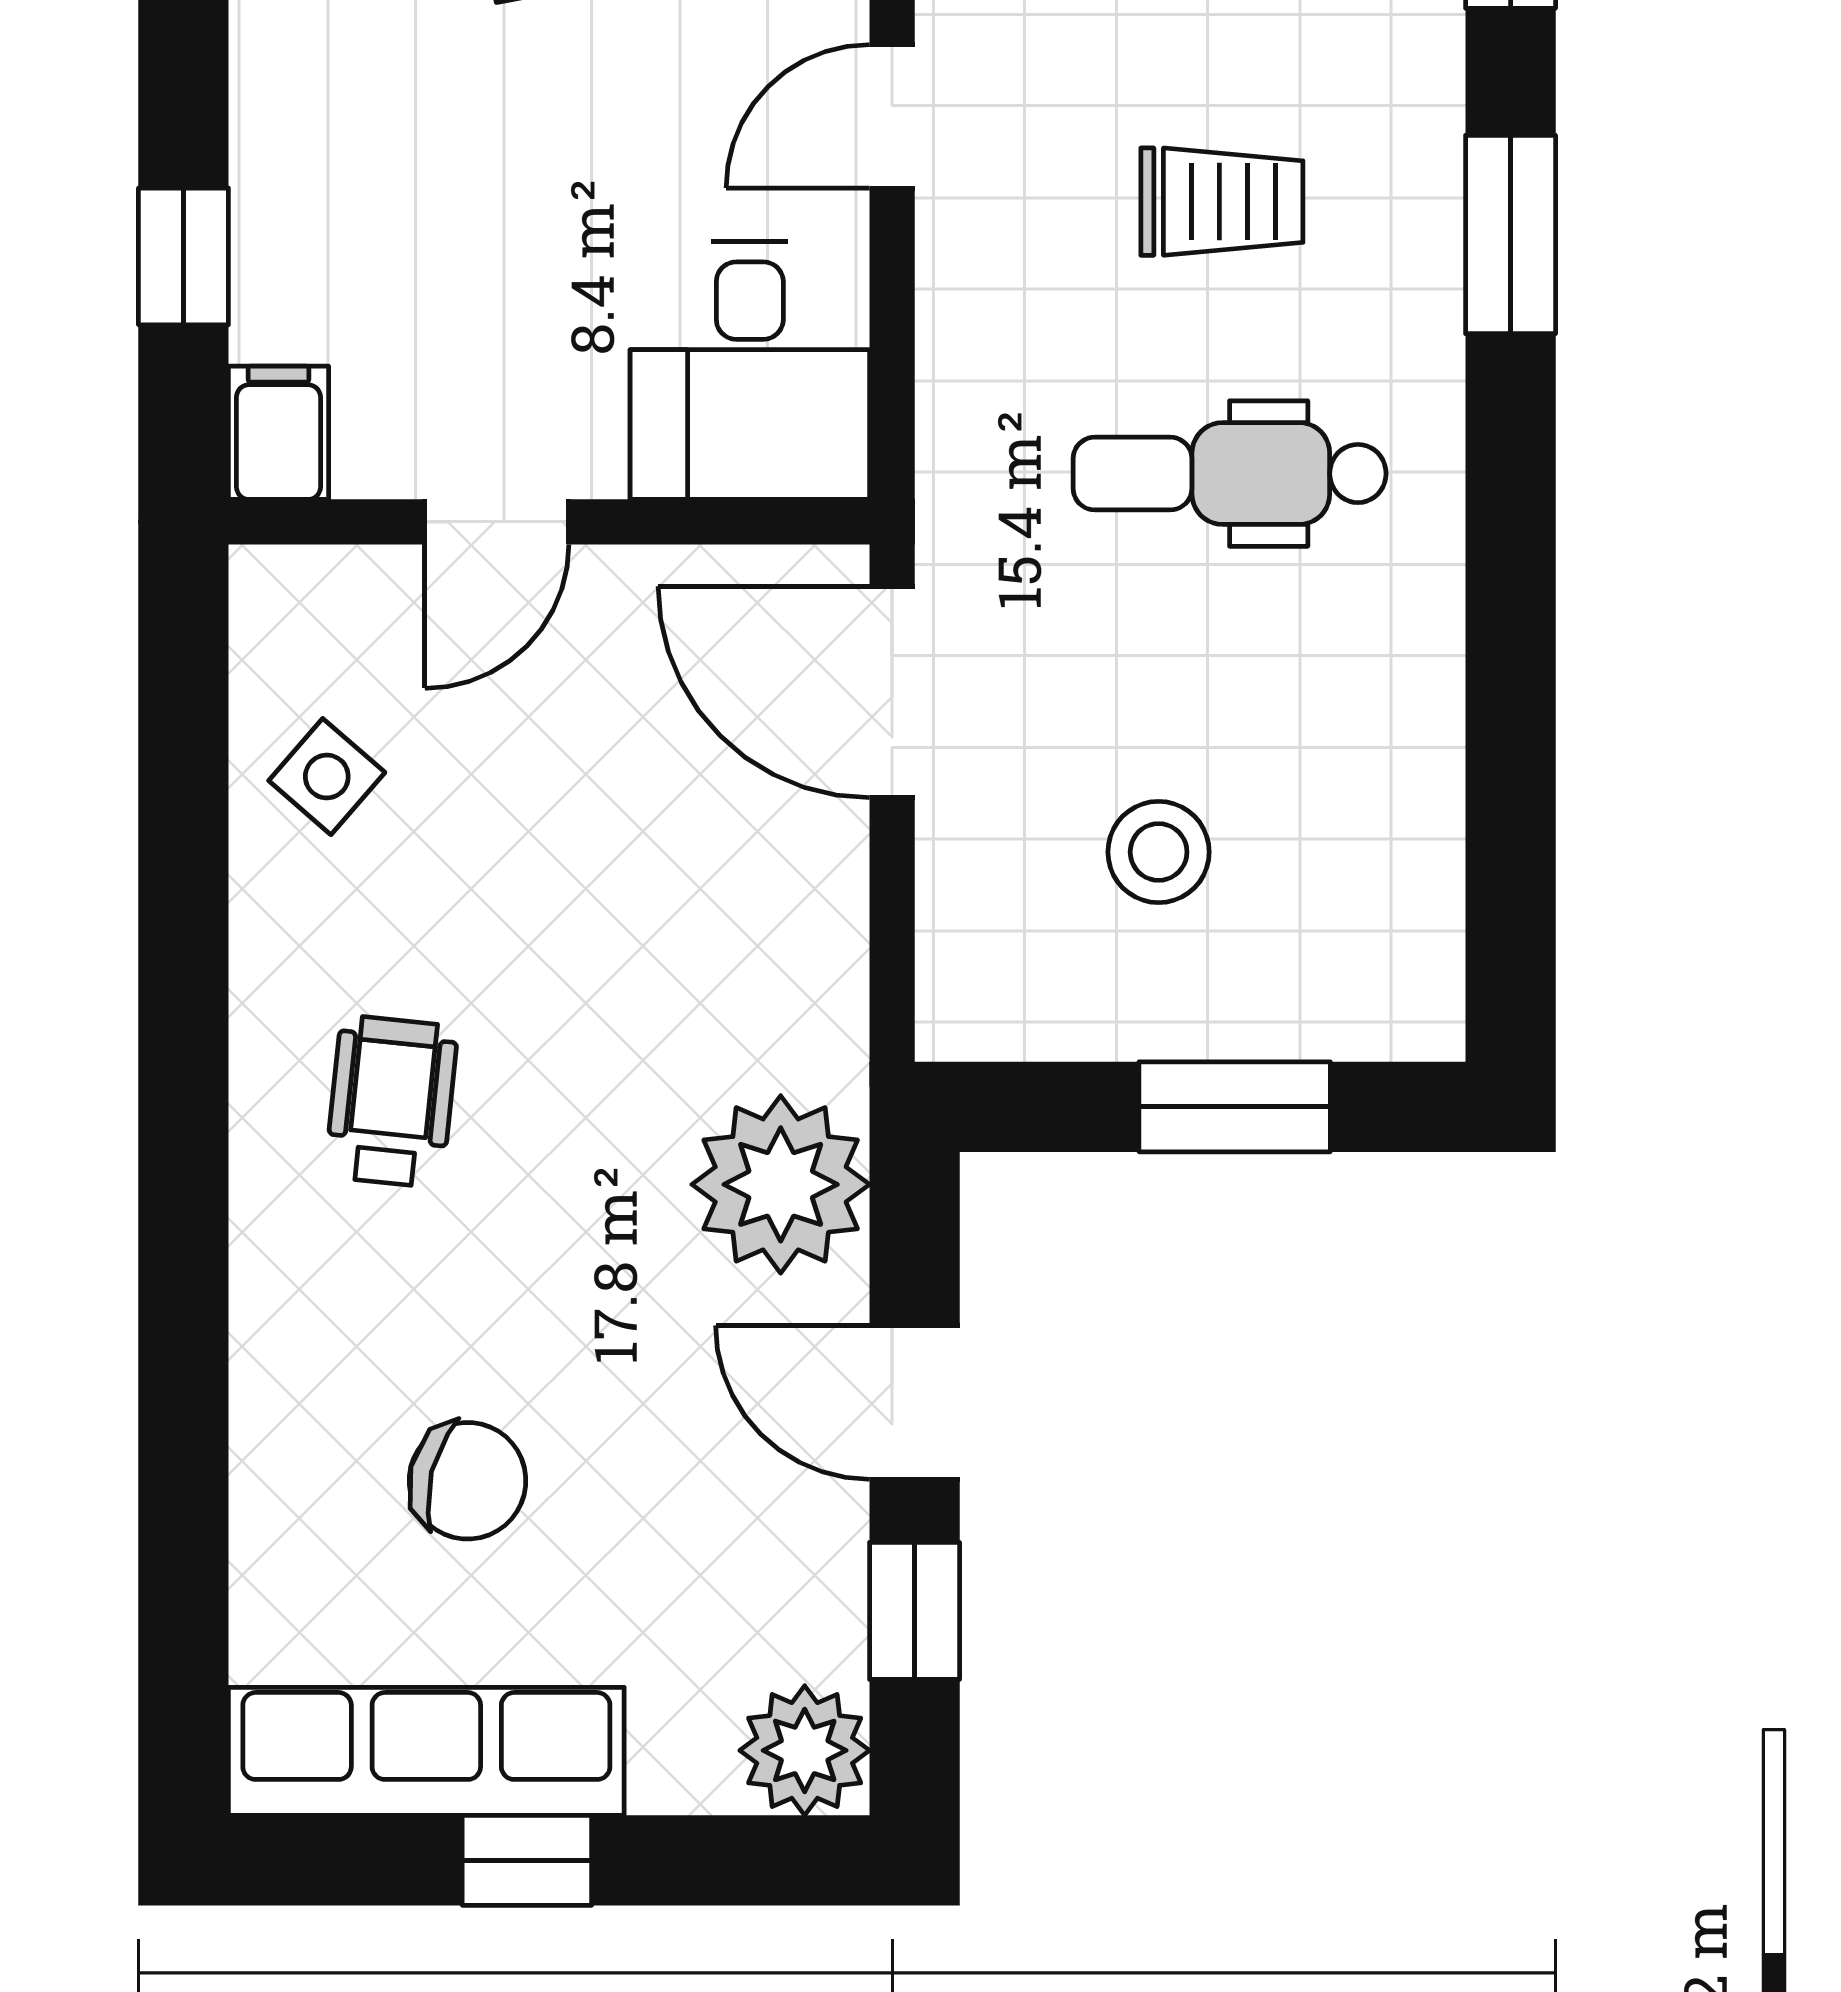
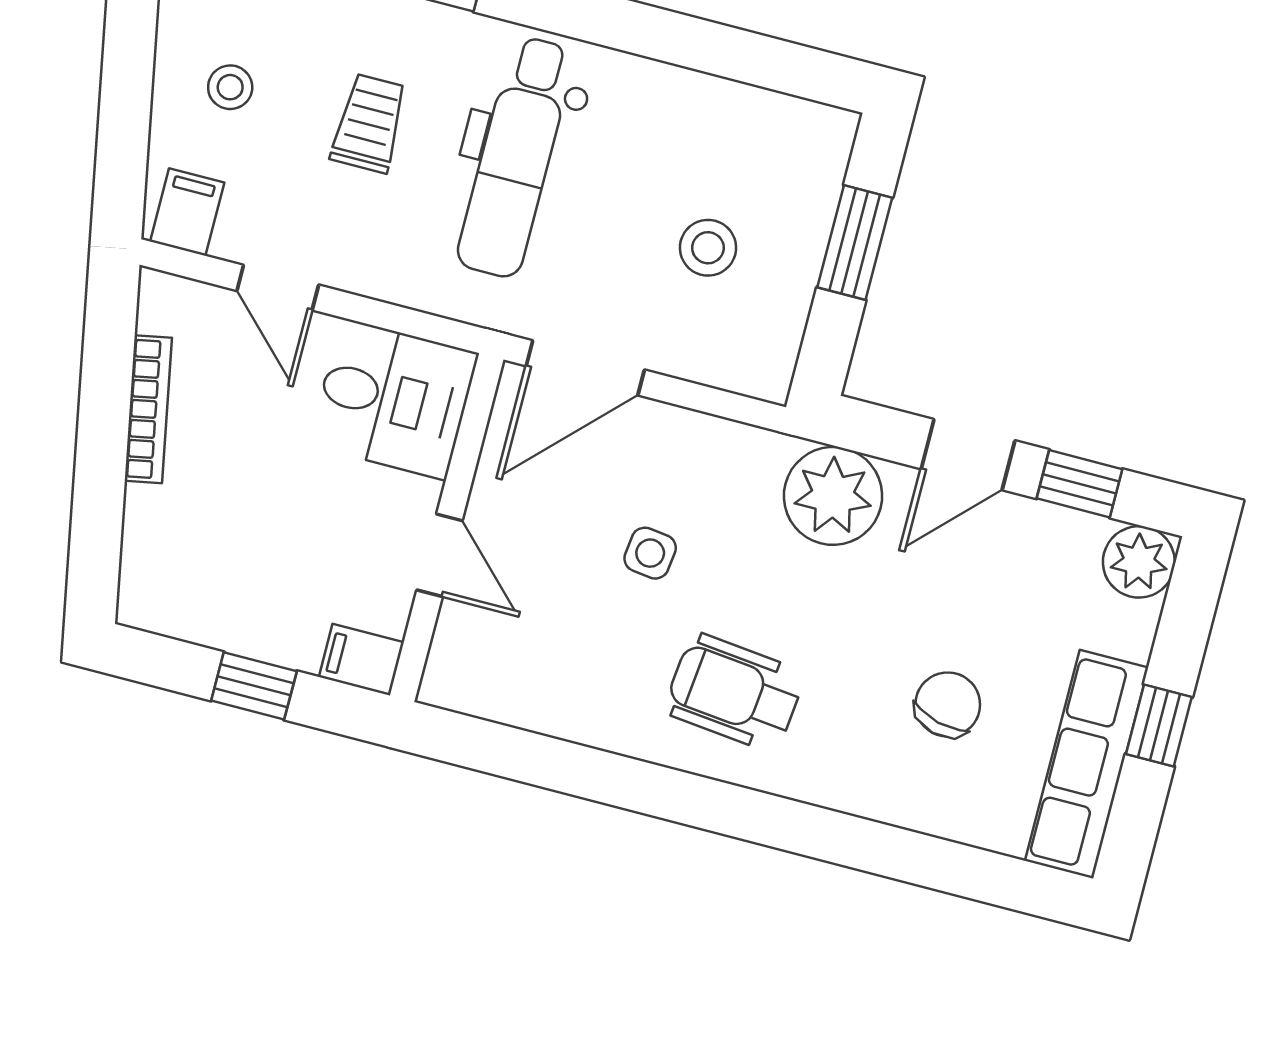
dental chair: (1230, 474) -> (516, 157), width x1.36, depth x1.38
side table: (327, 777) -> (650, 553), moved, turned -34
wheelchair: (391, 1101) -> (734, 692), width x1.36, depth x1.37

